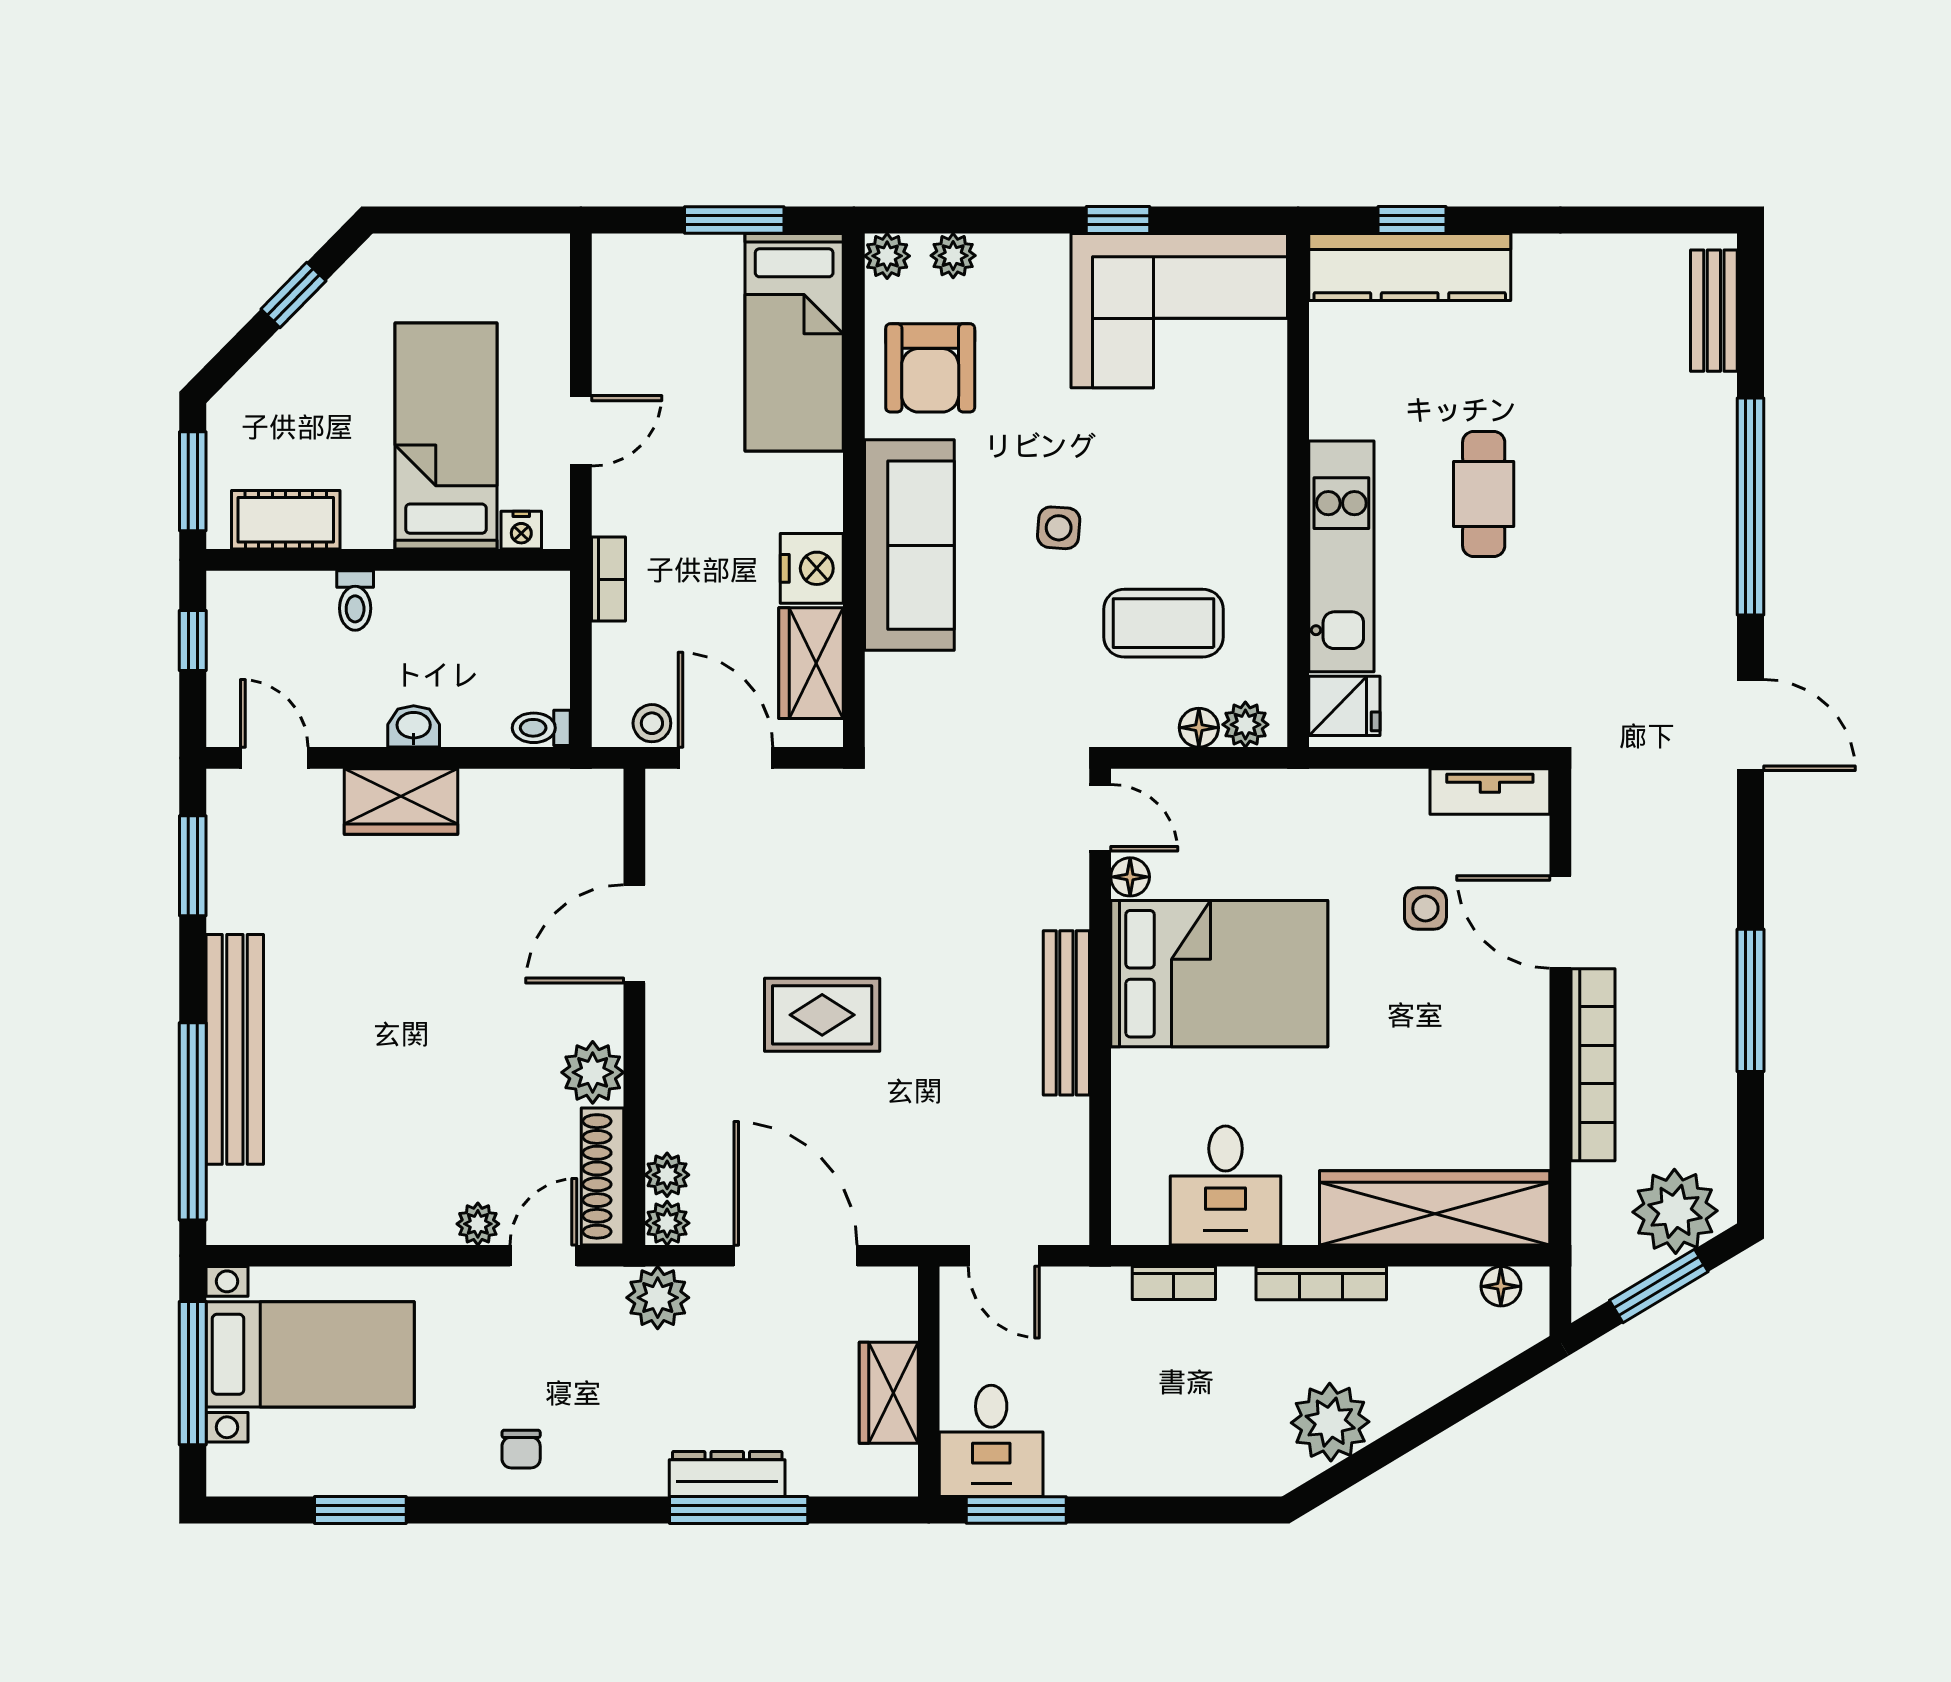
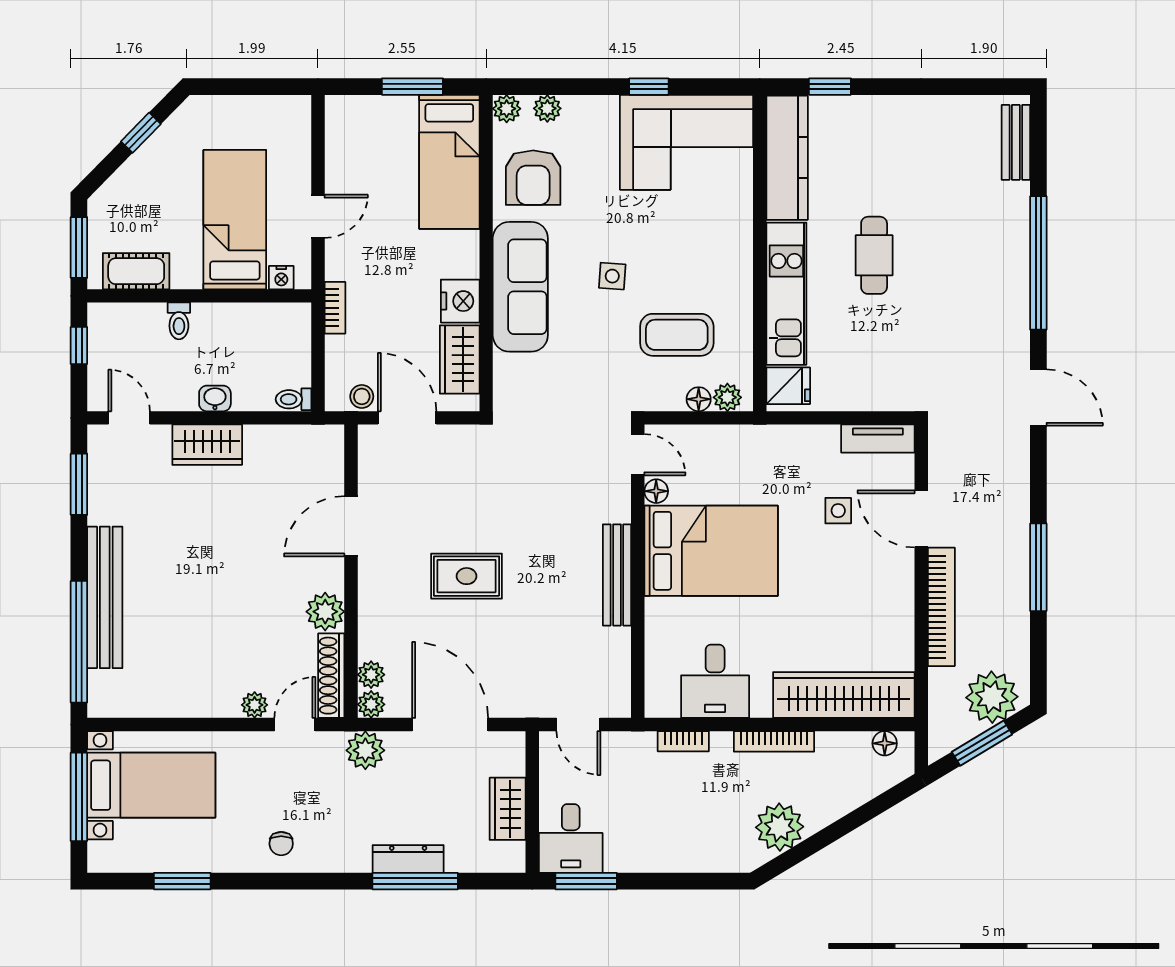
kitchen counter: (1410, 267) -> (787, 158), moved, turned -90

